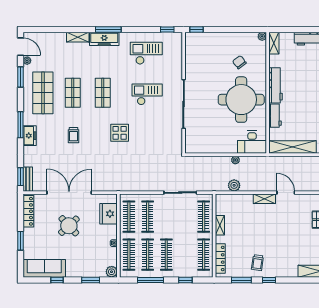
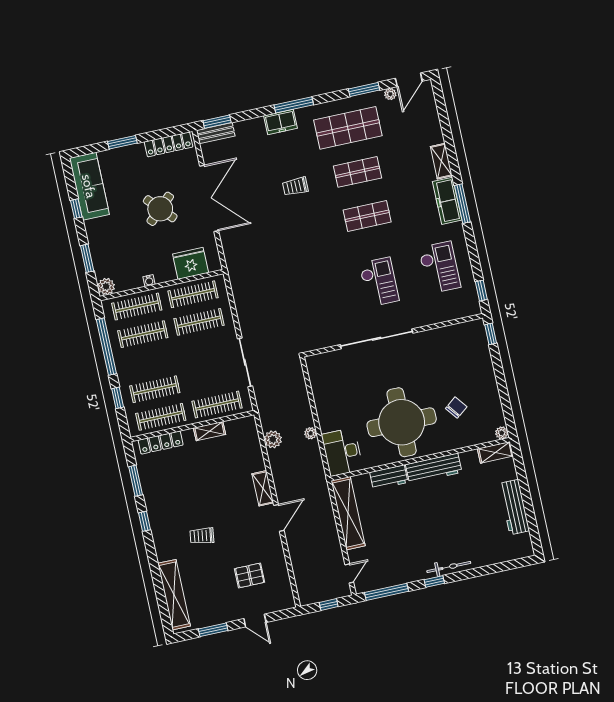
display table: (120, 133) -> (313, 254), removed
clothes rail: (166, 255) -> (155, 389), moved
trolley: (257, 263) -> (202, 536), moved
window: (151, 280) -> (106, 347), width x1.46

